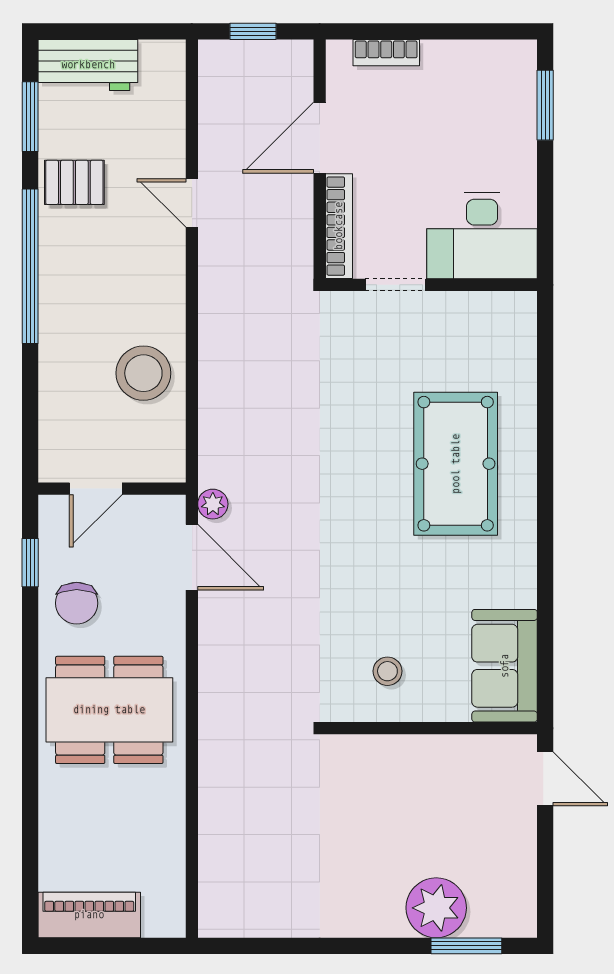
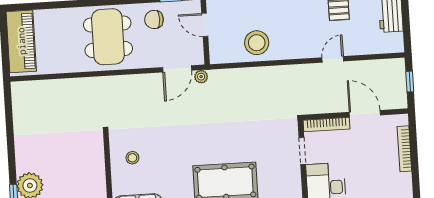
bookcase: (386, 53) -> (404, 149), width x1.56
piano: (89, 915) -> (21, 41), width x1.37, depth x1.33

